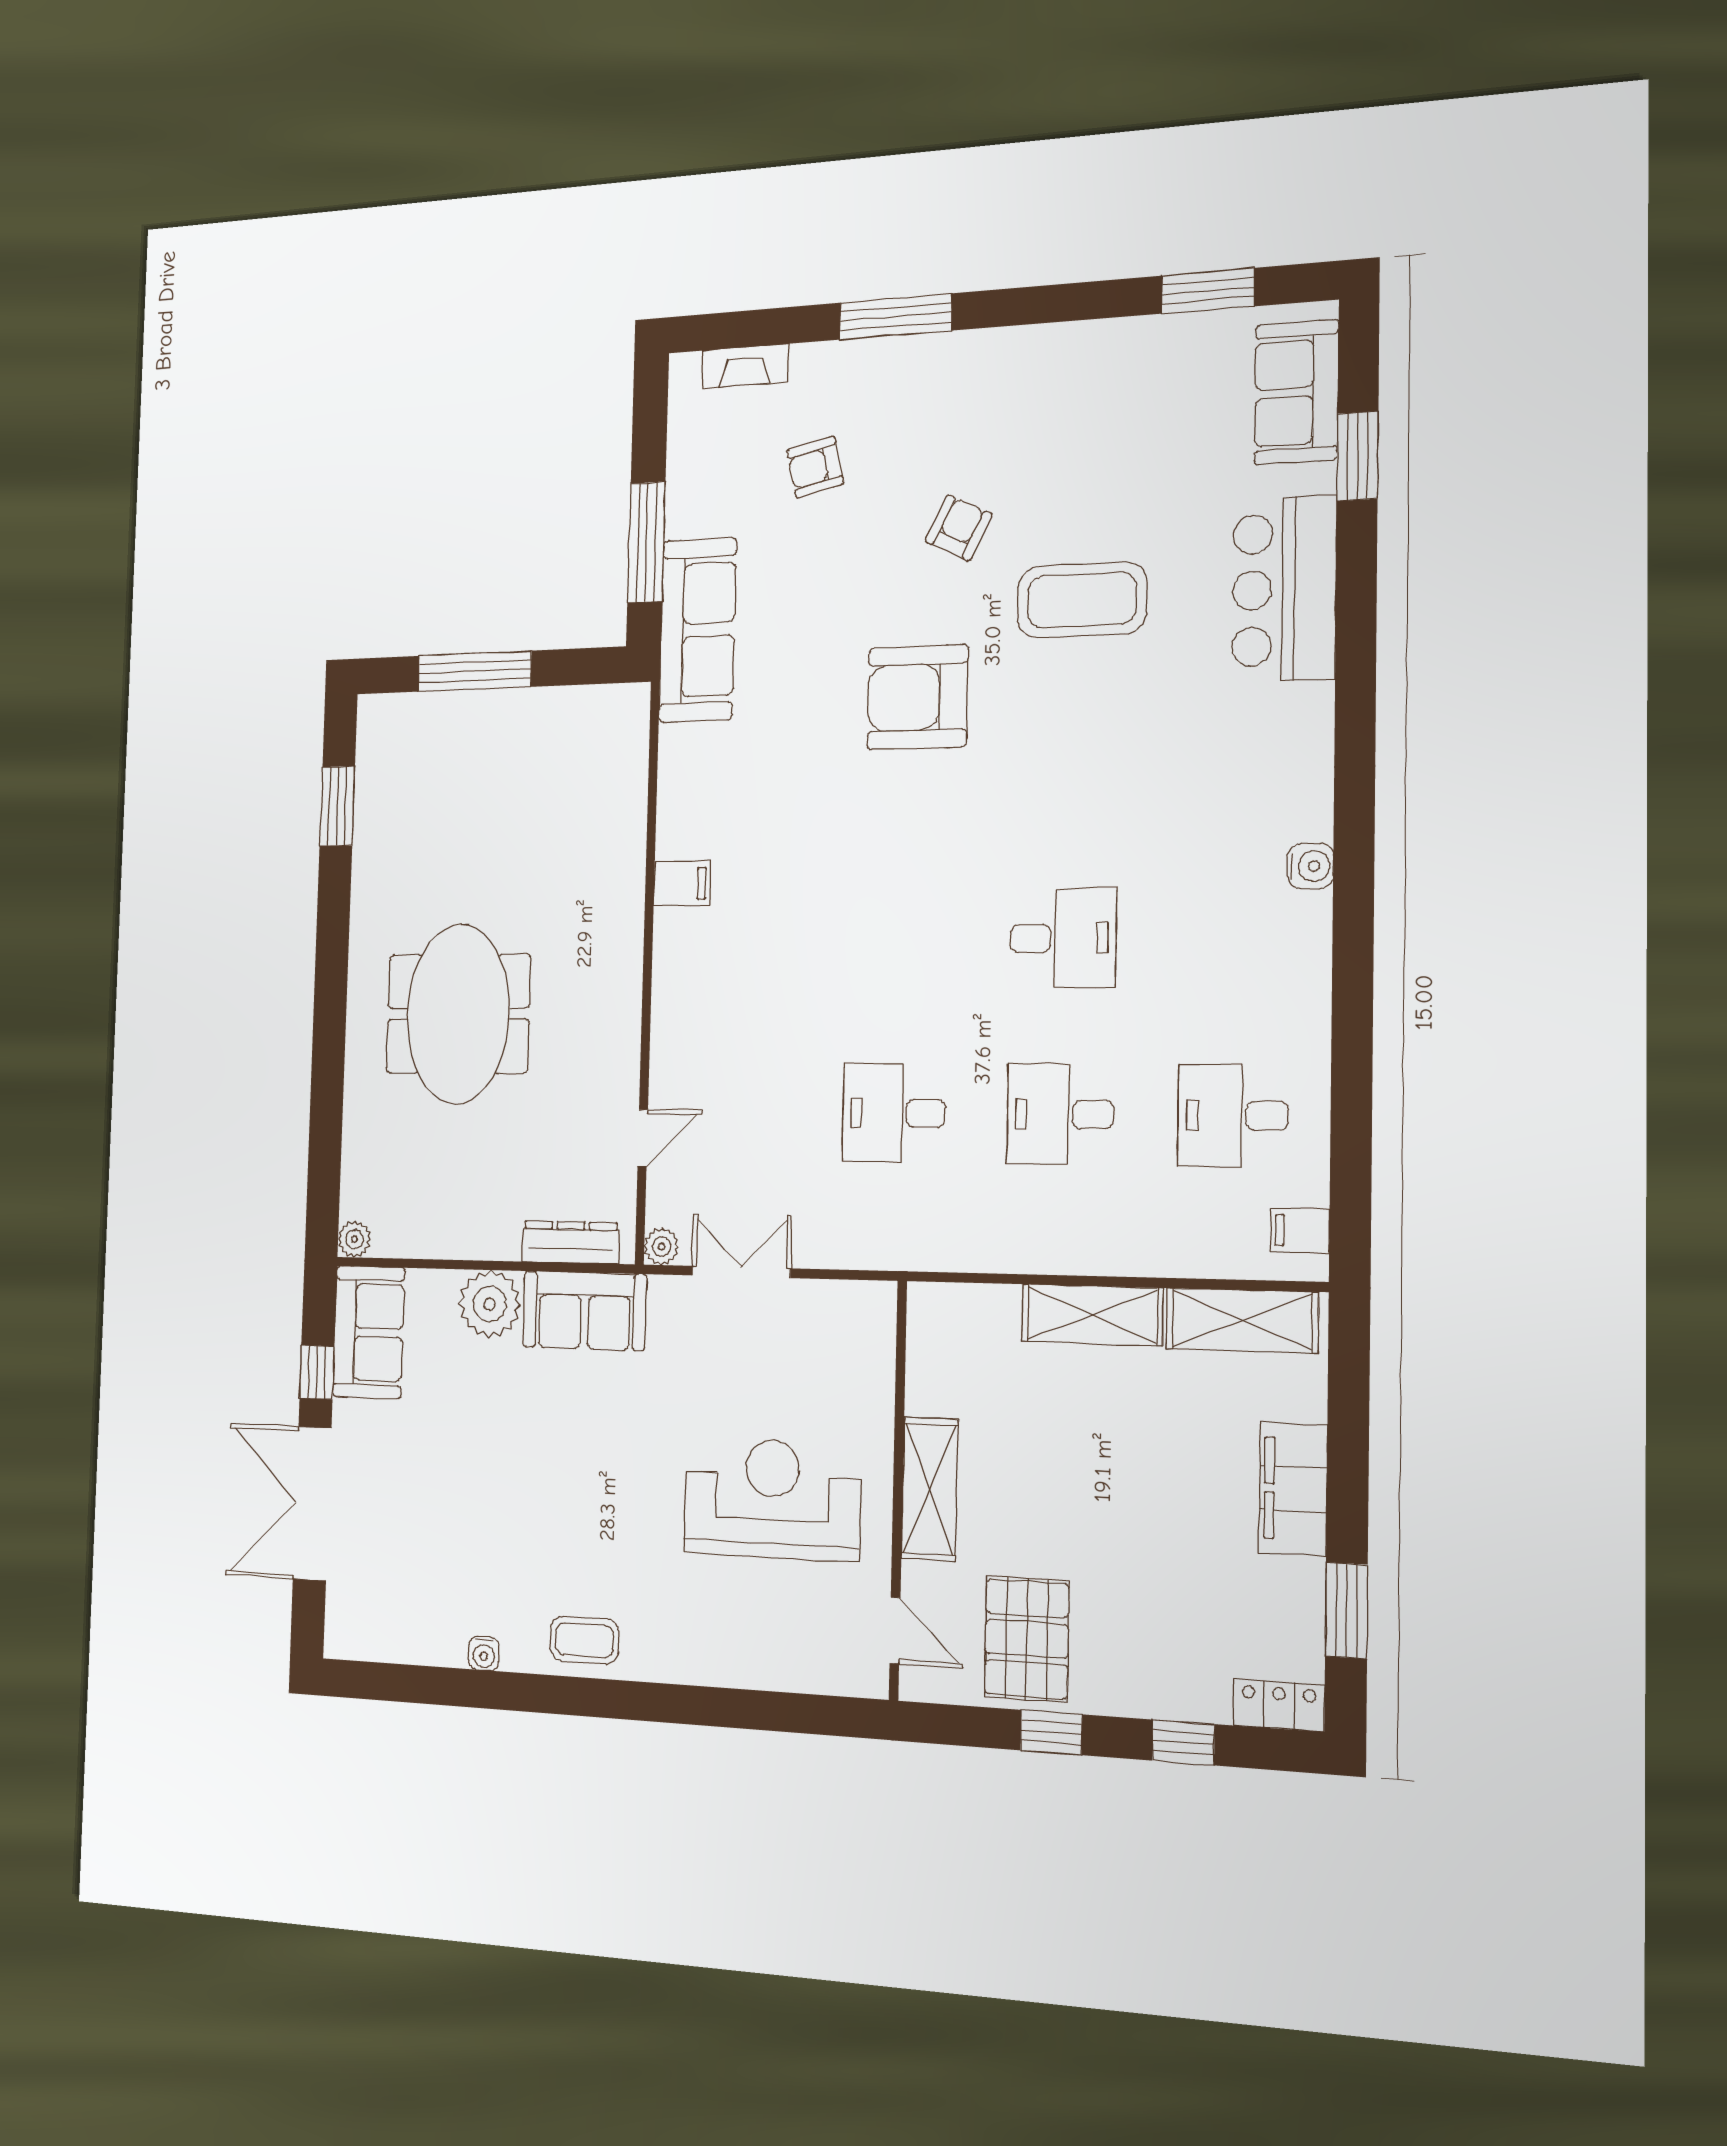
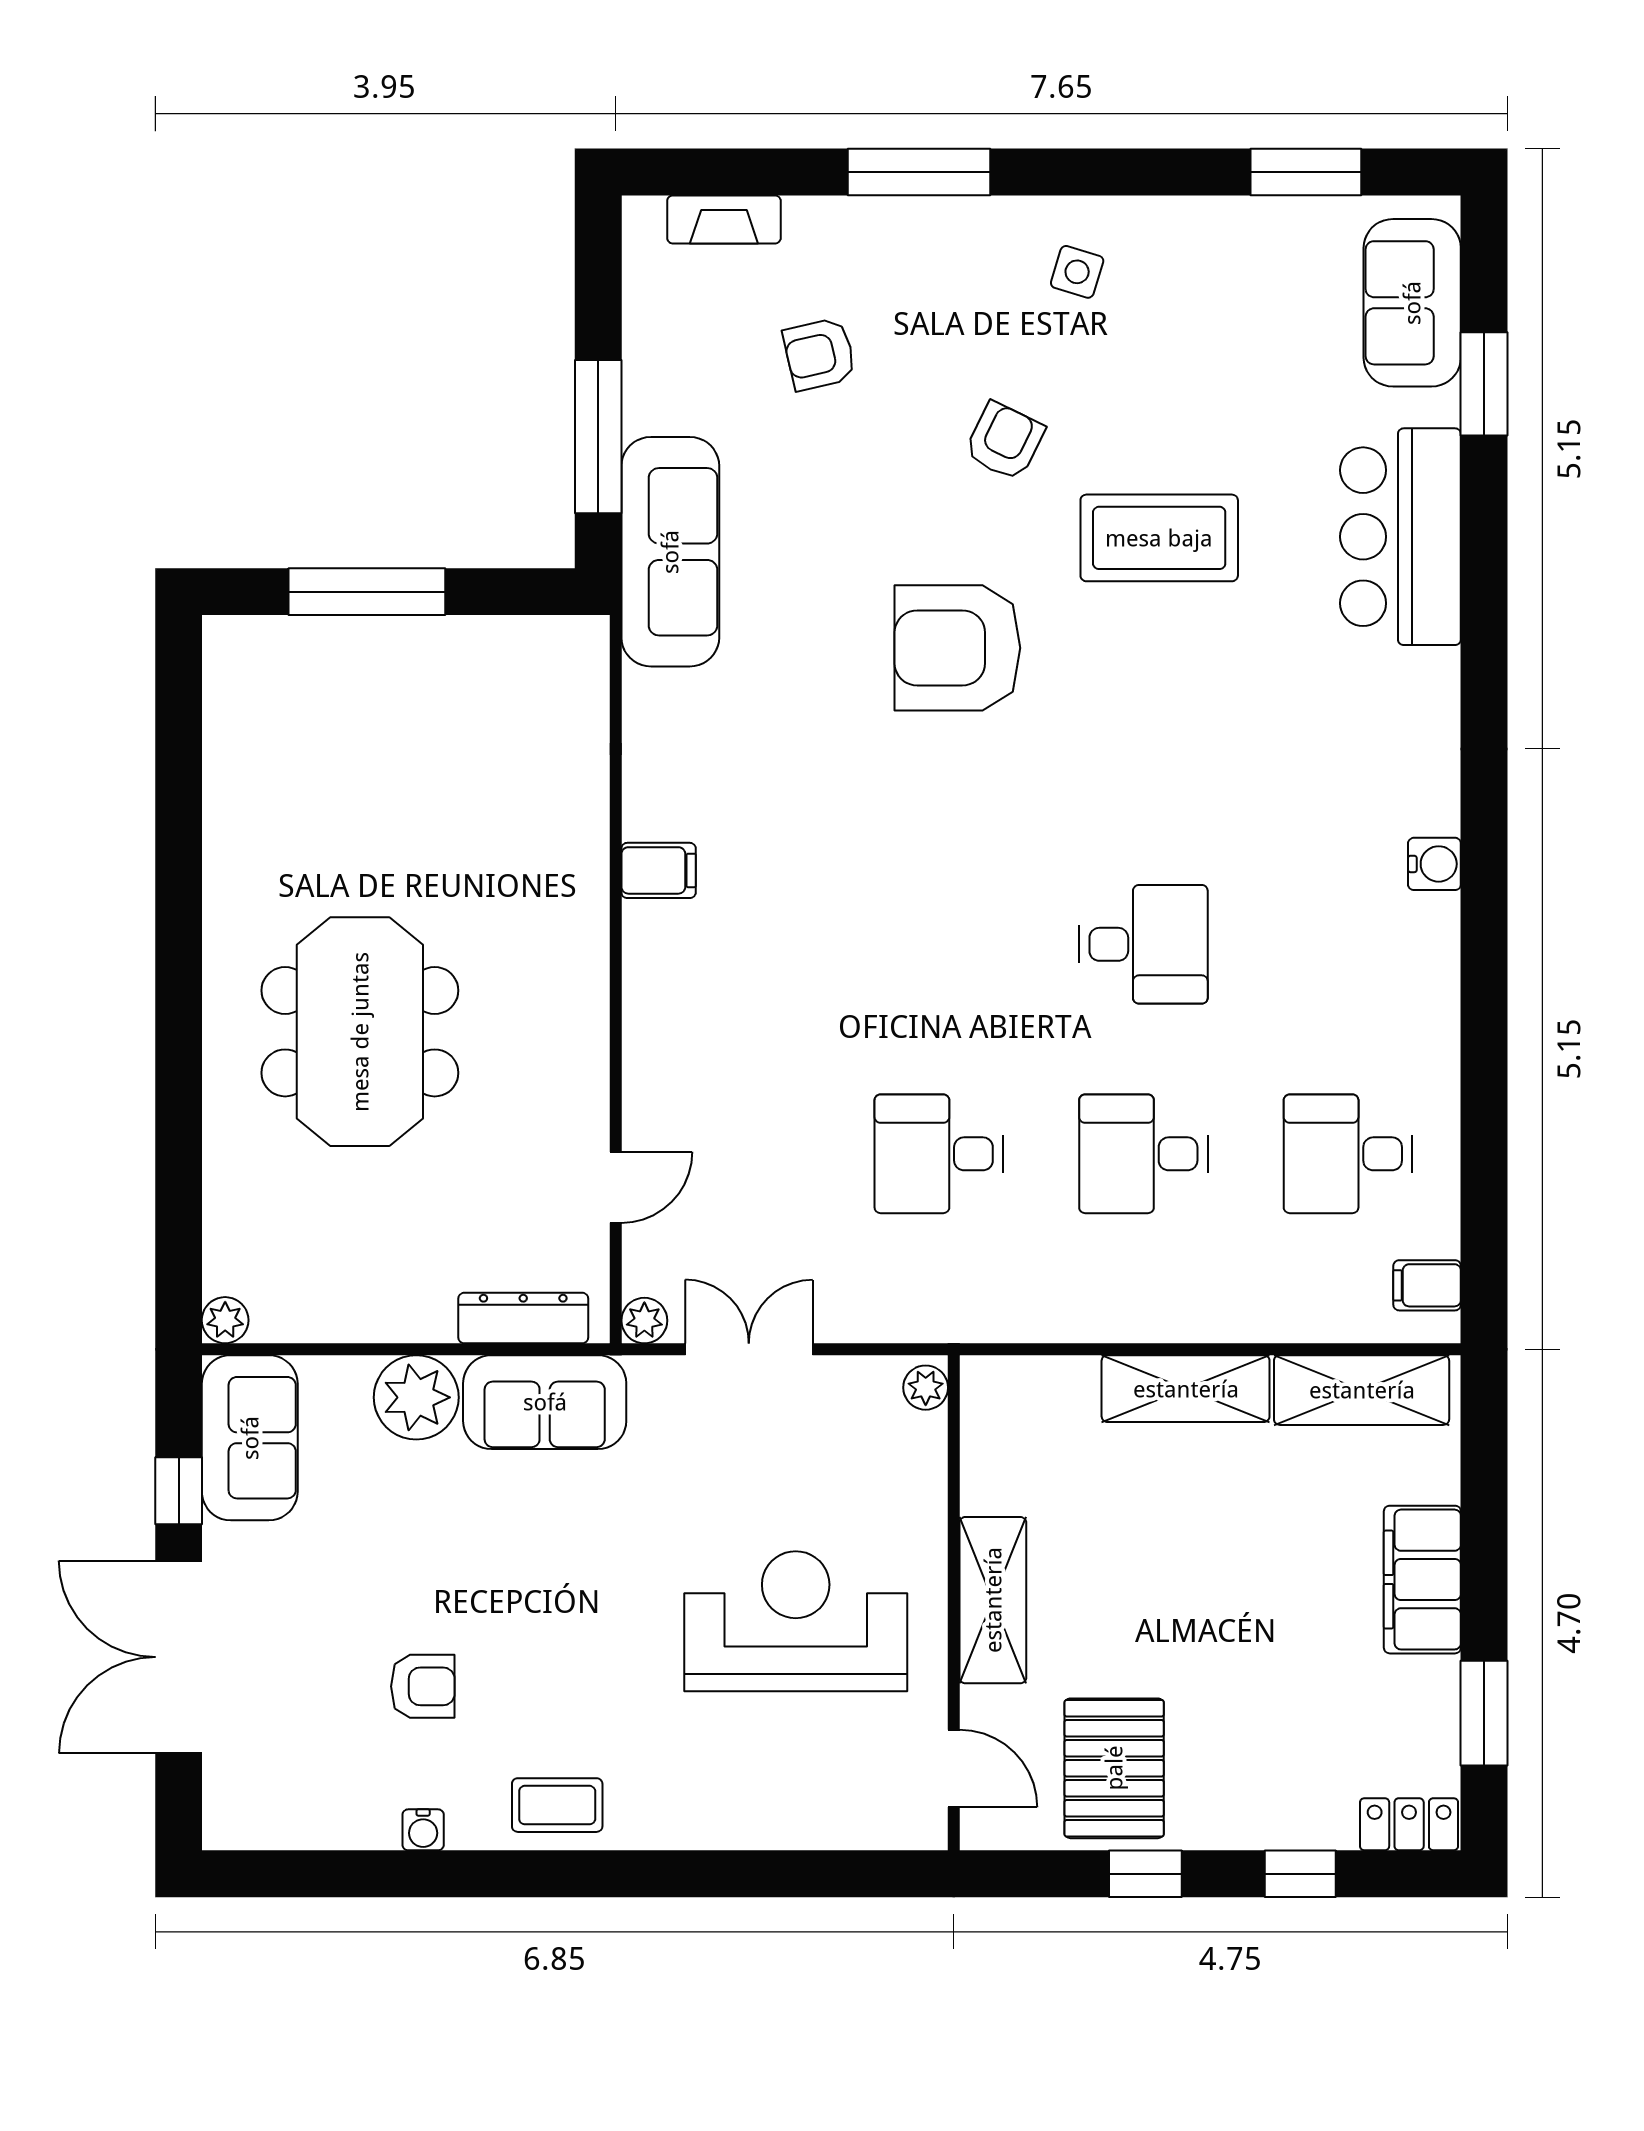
side table: (1019, 387) -> (1077, 272), added
window: (337, 806) -> (179, 761), removed
plant: (879, 1308) -> (926, 1388), added
armchair: (487, 1537) -> (423, 1686), added

